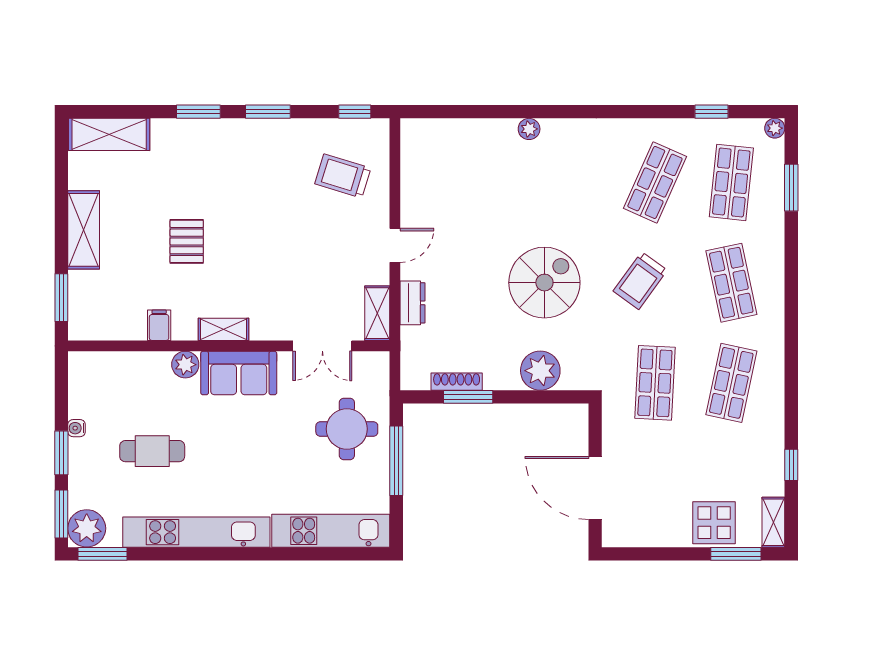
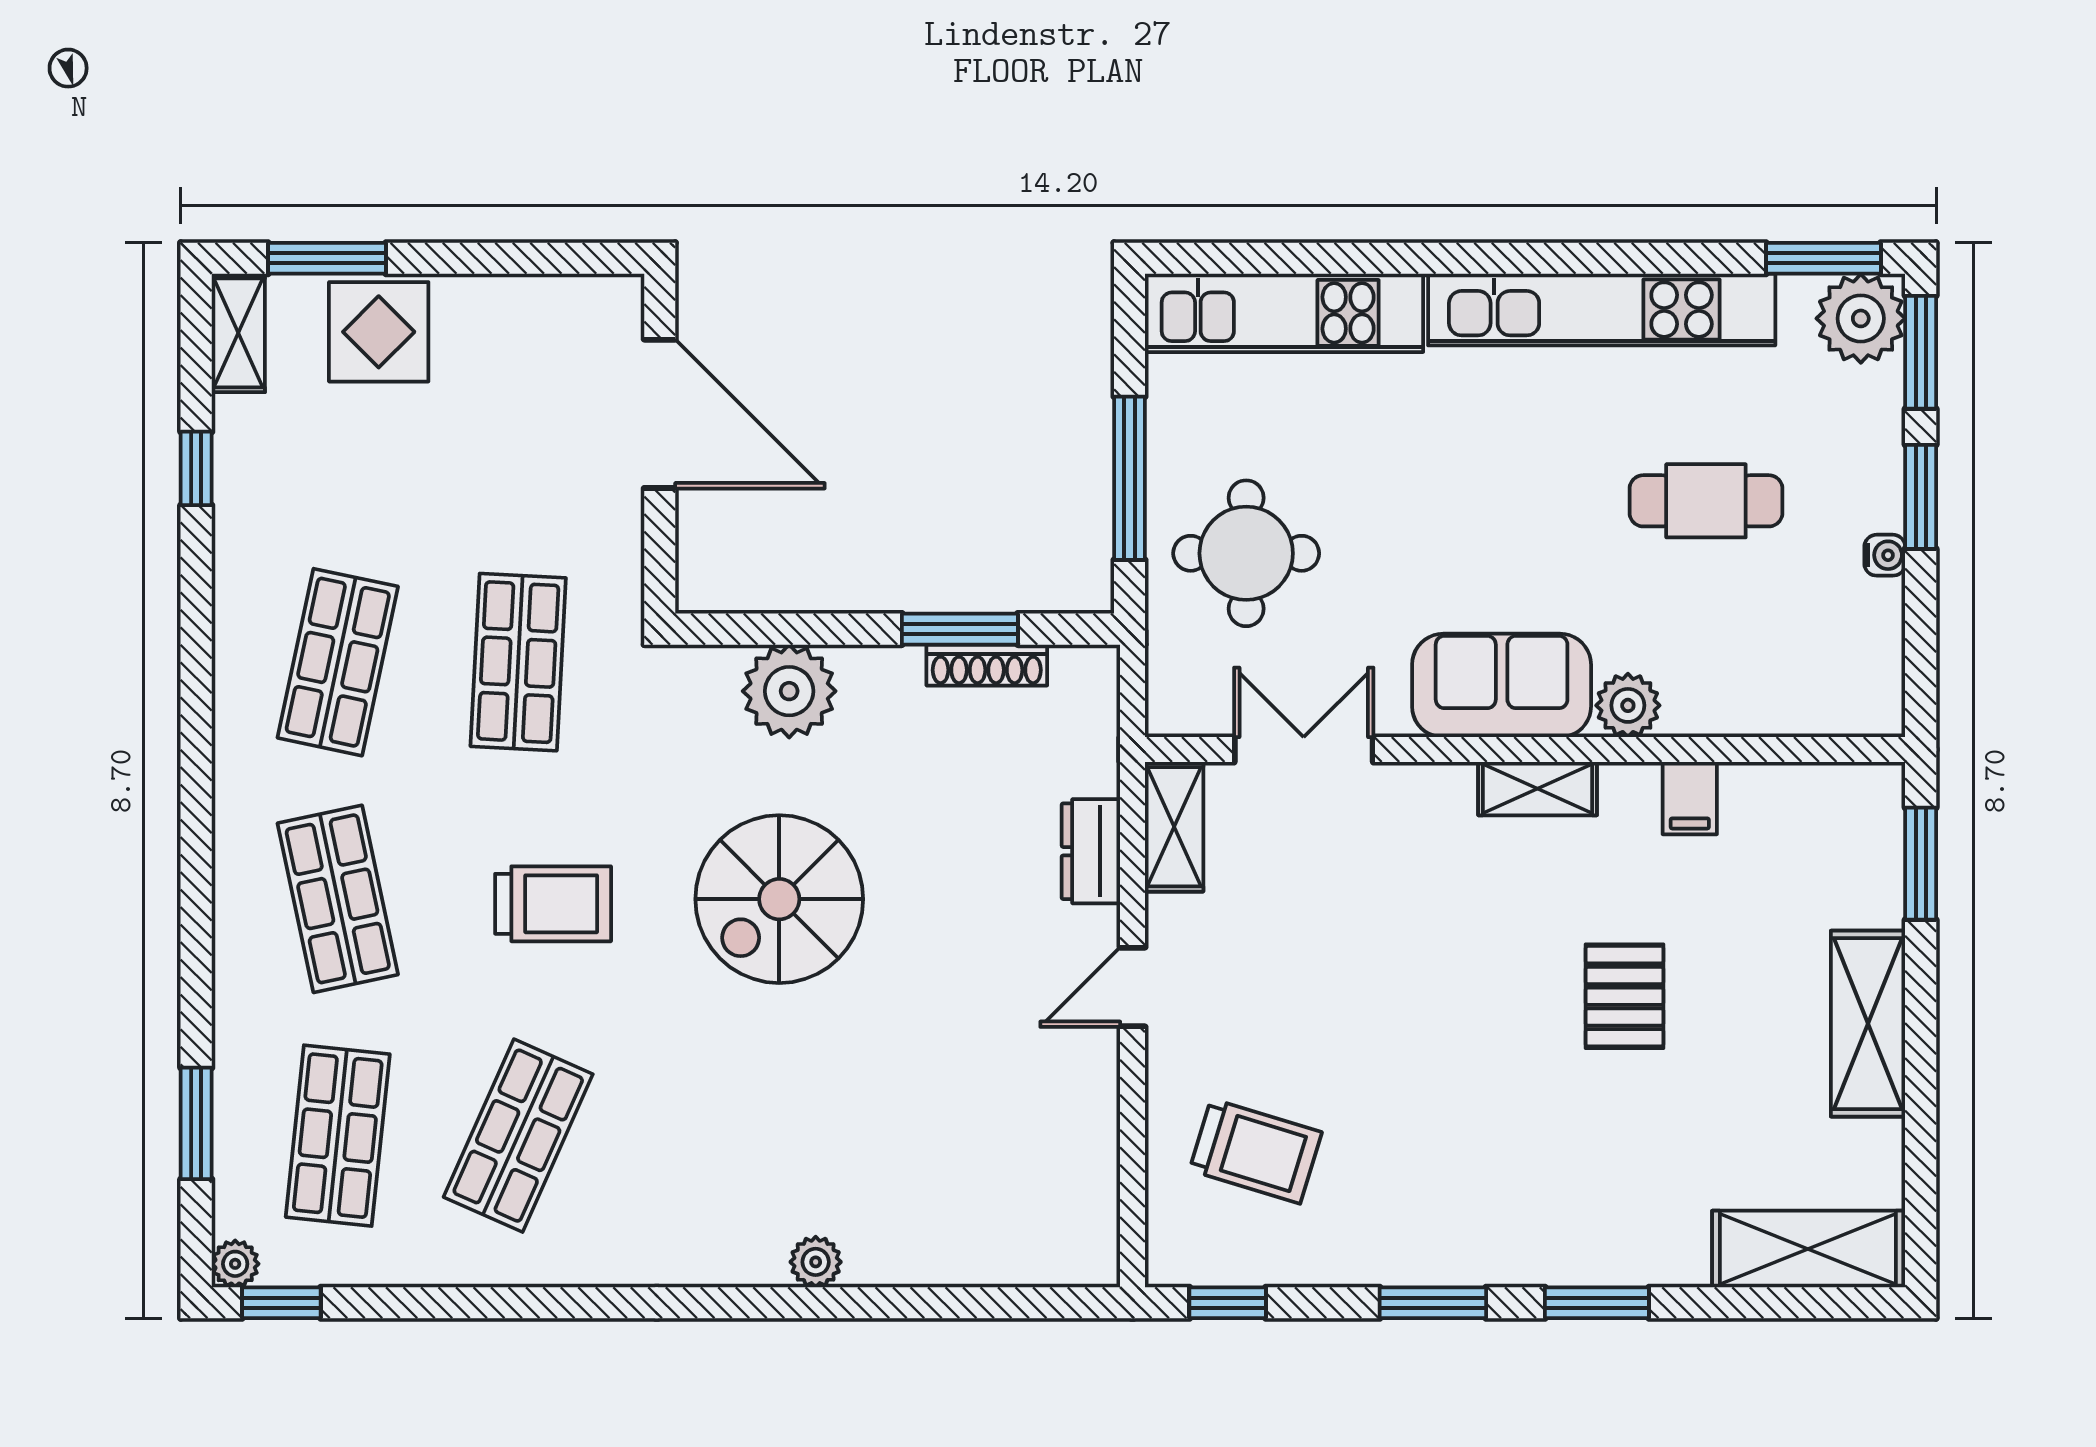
window: (712, 112) -> (281, 1303), moved
trolley: (640, 281) -> (553, 904), turned 54

